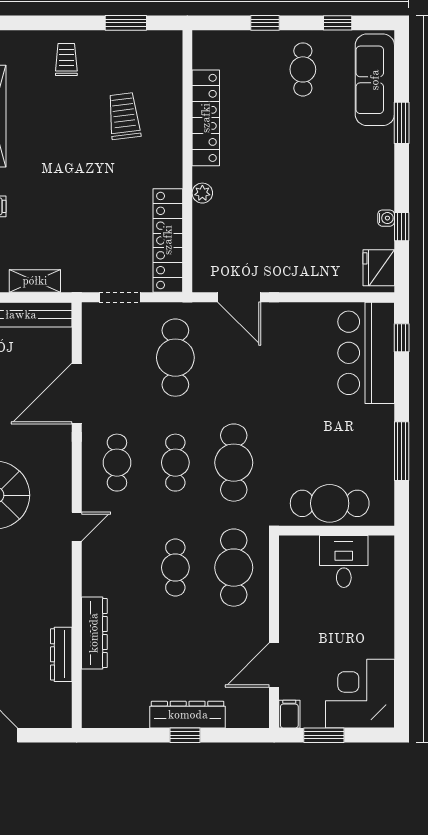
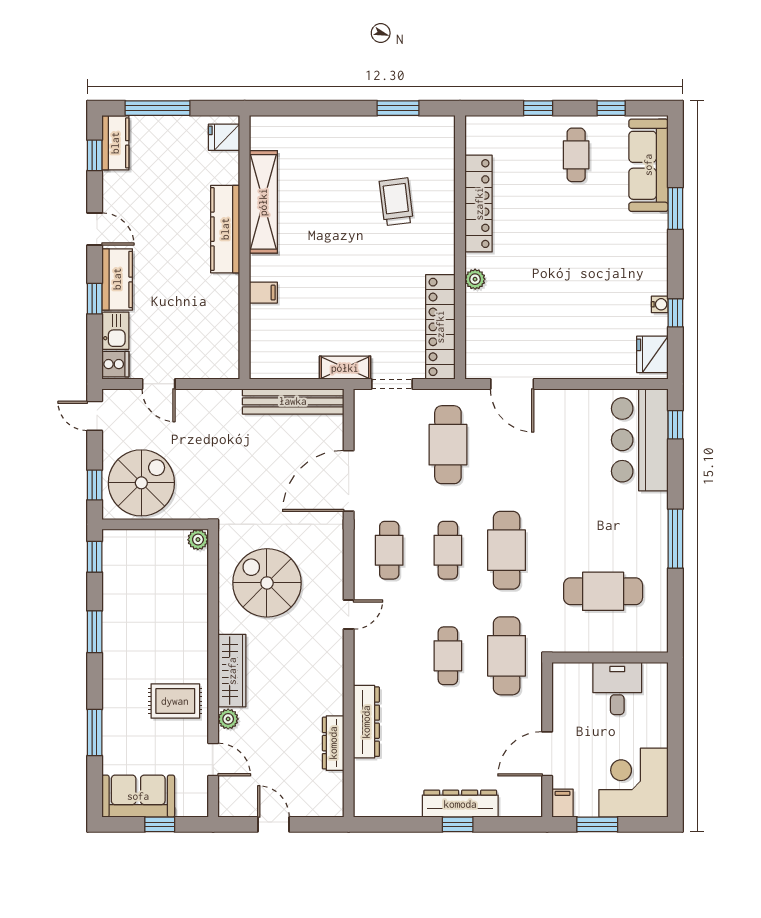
trolley: (66, 60) -> (338, 145), removed
shelving: (35, 281) -> (345, 368), moved
wall: (337, 531) -> (610, 657), moved
desk: (344, 562) -> (617, 688), moved

